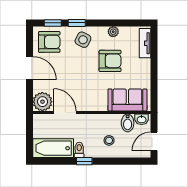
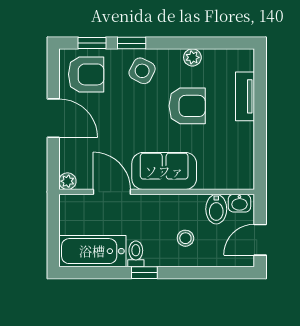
tv unit: (145, 43) -> (245, 96), moved
sofa: (127, 100) -> (164, 171), moved
plant: (42, 102) -> (67, 181), width x0.53, depth x0.53

